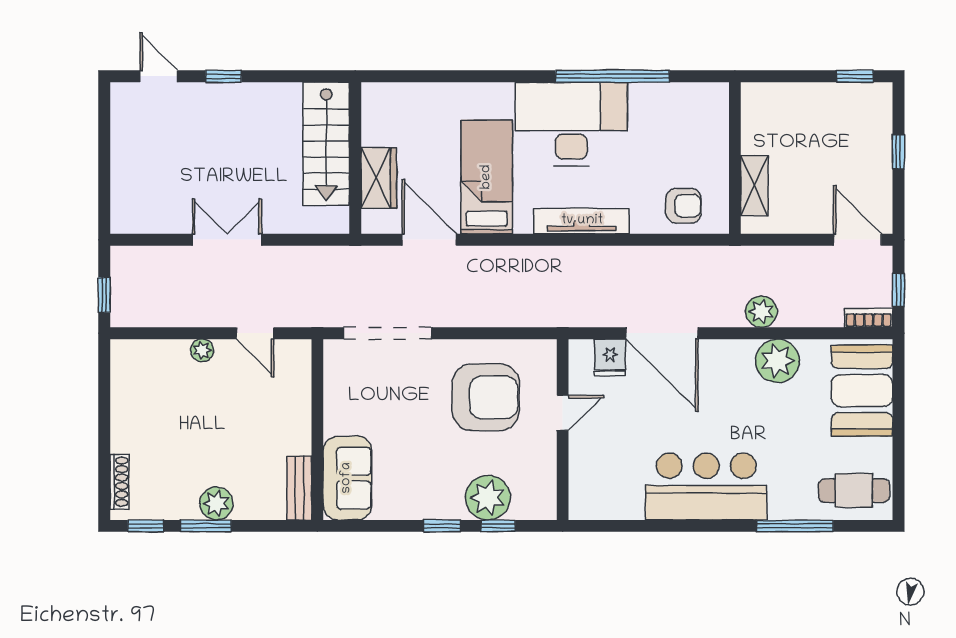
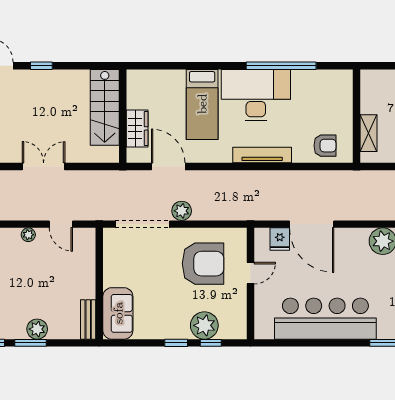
bed: (487, 177) -> (202, 104), moved, turned 180
plant: (761, 312) -> (182, 211), moved
bar counter: (706, 487) -> (325, 319), width x1.36

